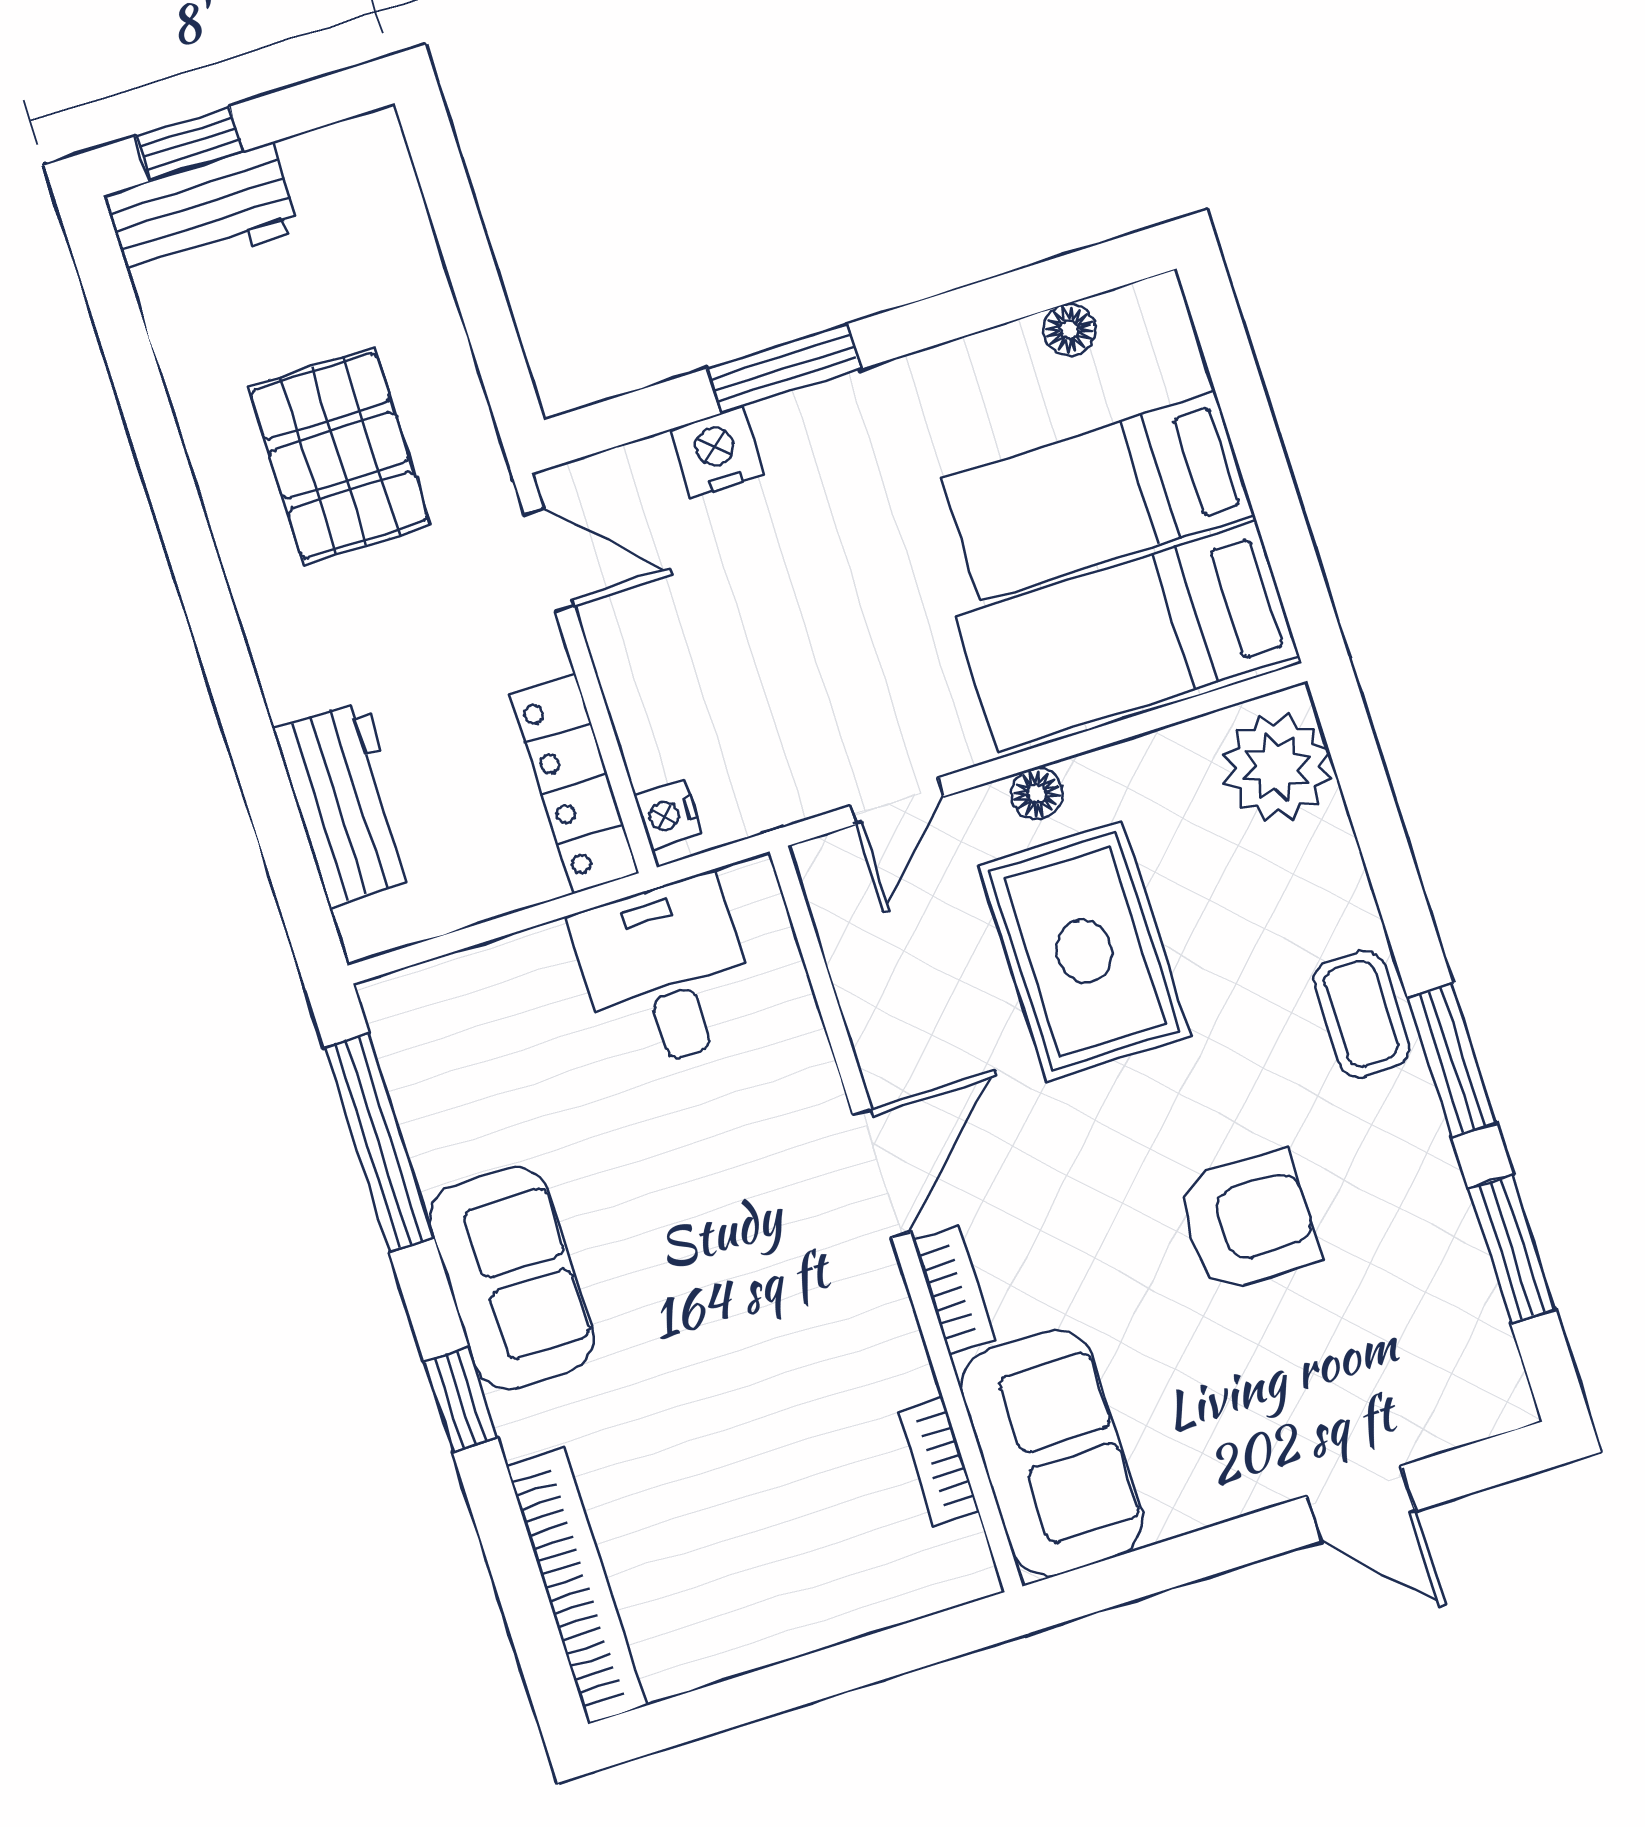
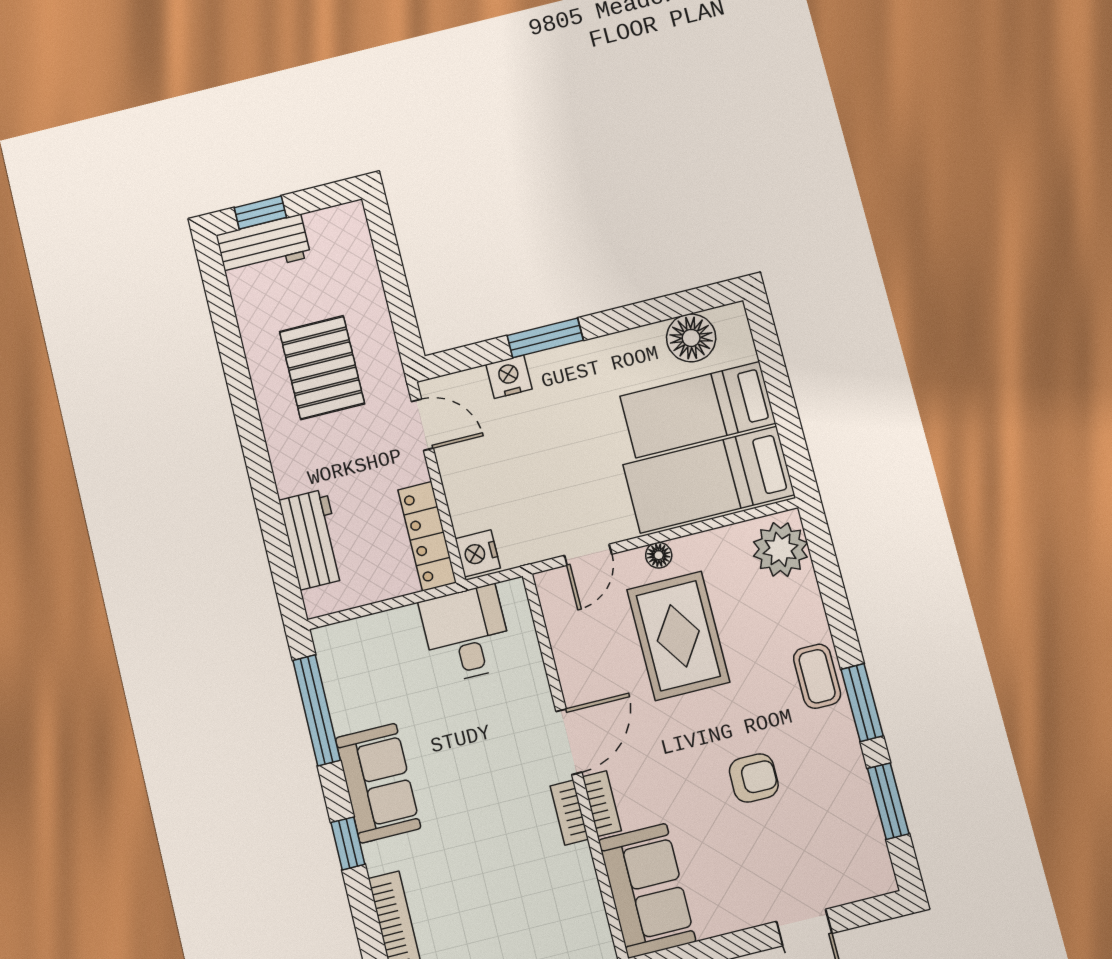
floor lamp: (1069, 330) -> (691, 338), width x1.89, depth x1.89
nightstand: (668, 815) -> (478, 553), width x1.39, depth x1.35
armchair: (1248, 1221) -> (754, 778), width x0.72, depth x0.72
bookcase: (938, 1461) -> (569, 813), moved

